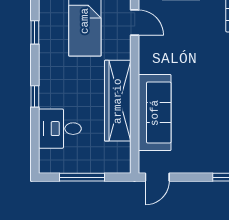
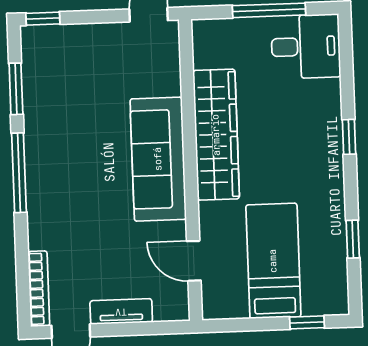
sofa: (155, 113) -> (158, 159), moved
desk: (60, 129) -> (306, 46), moved

